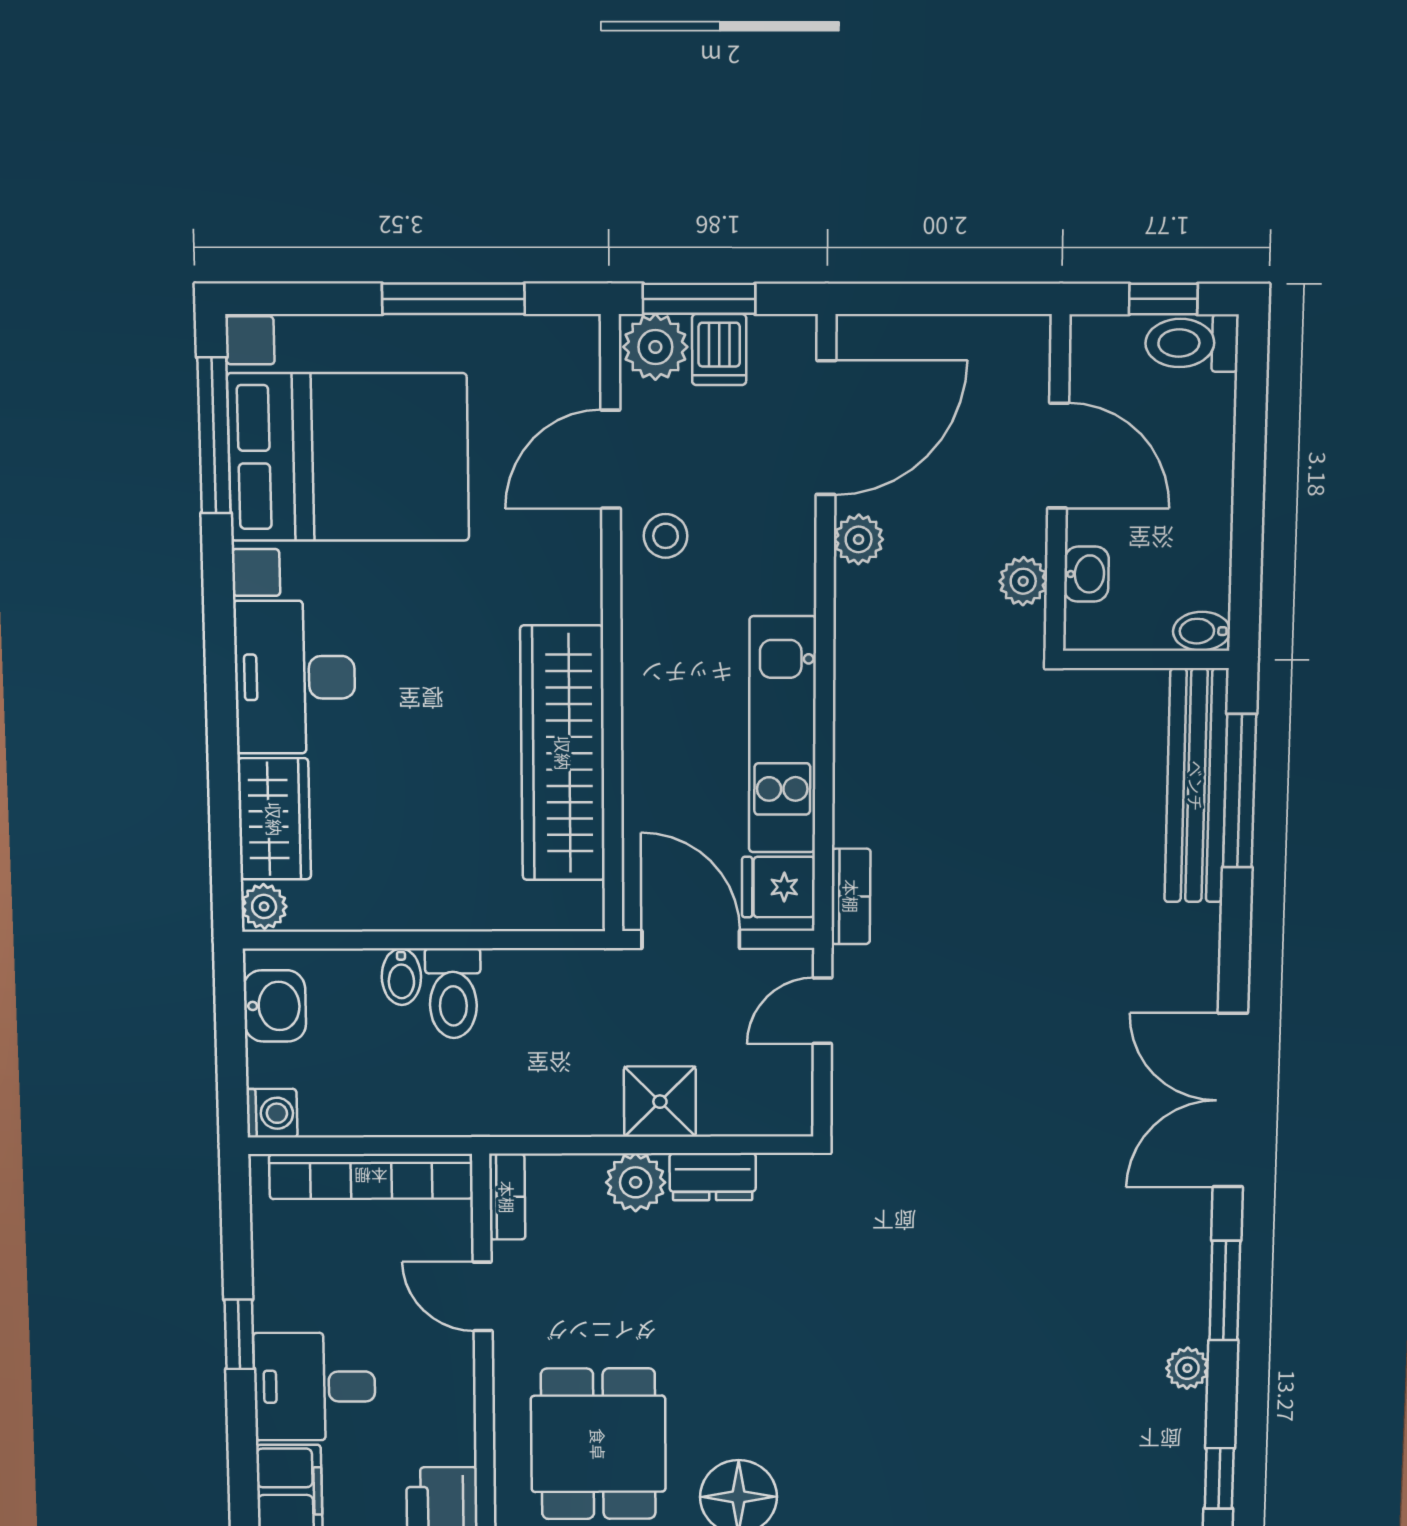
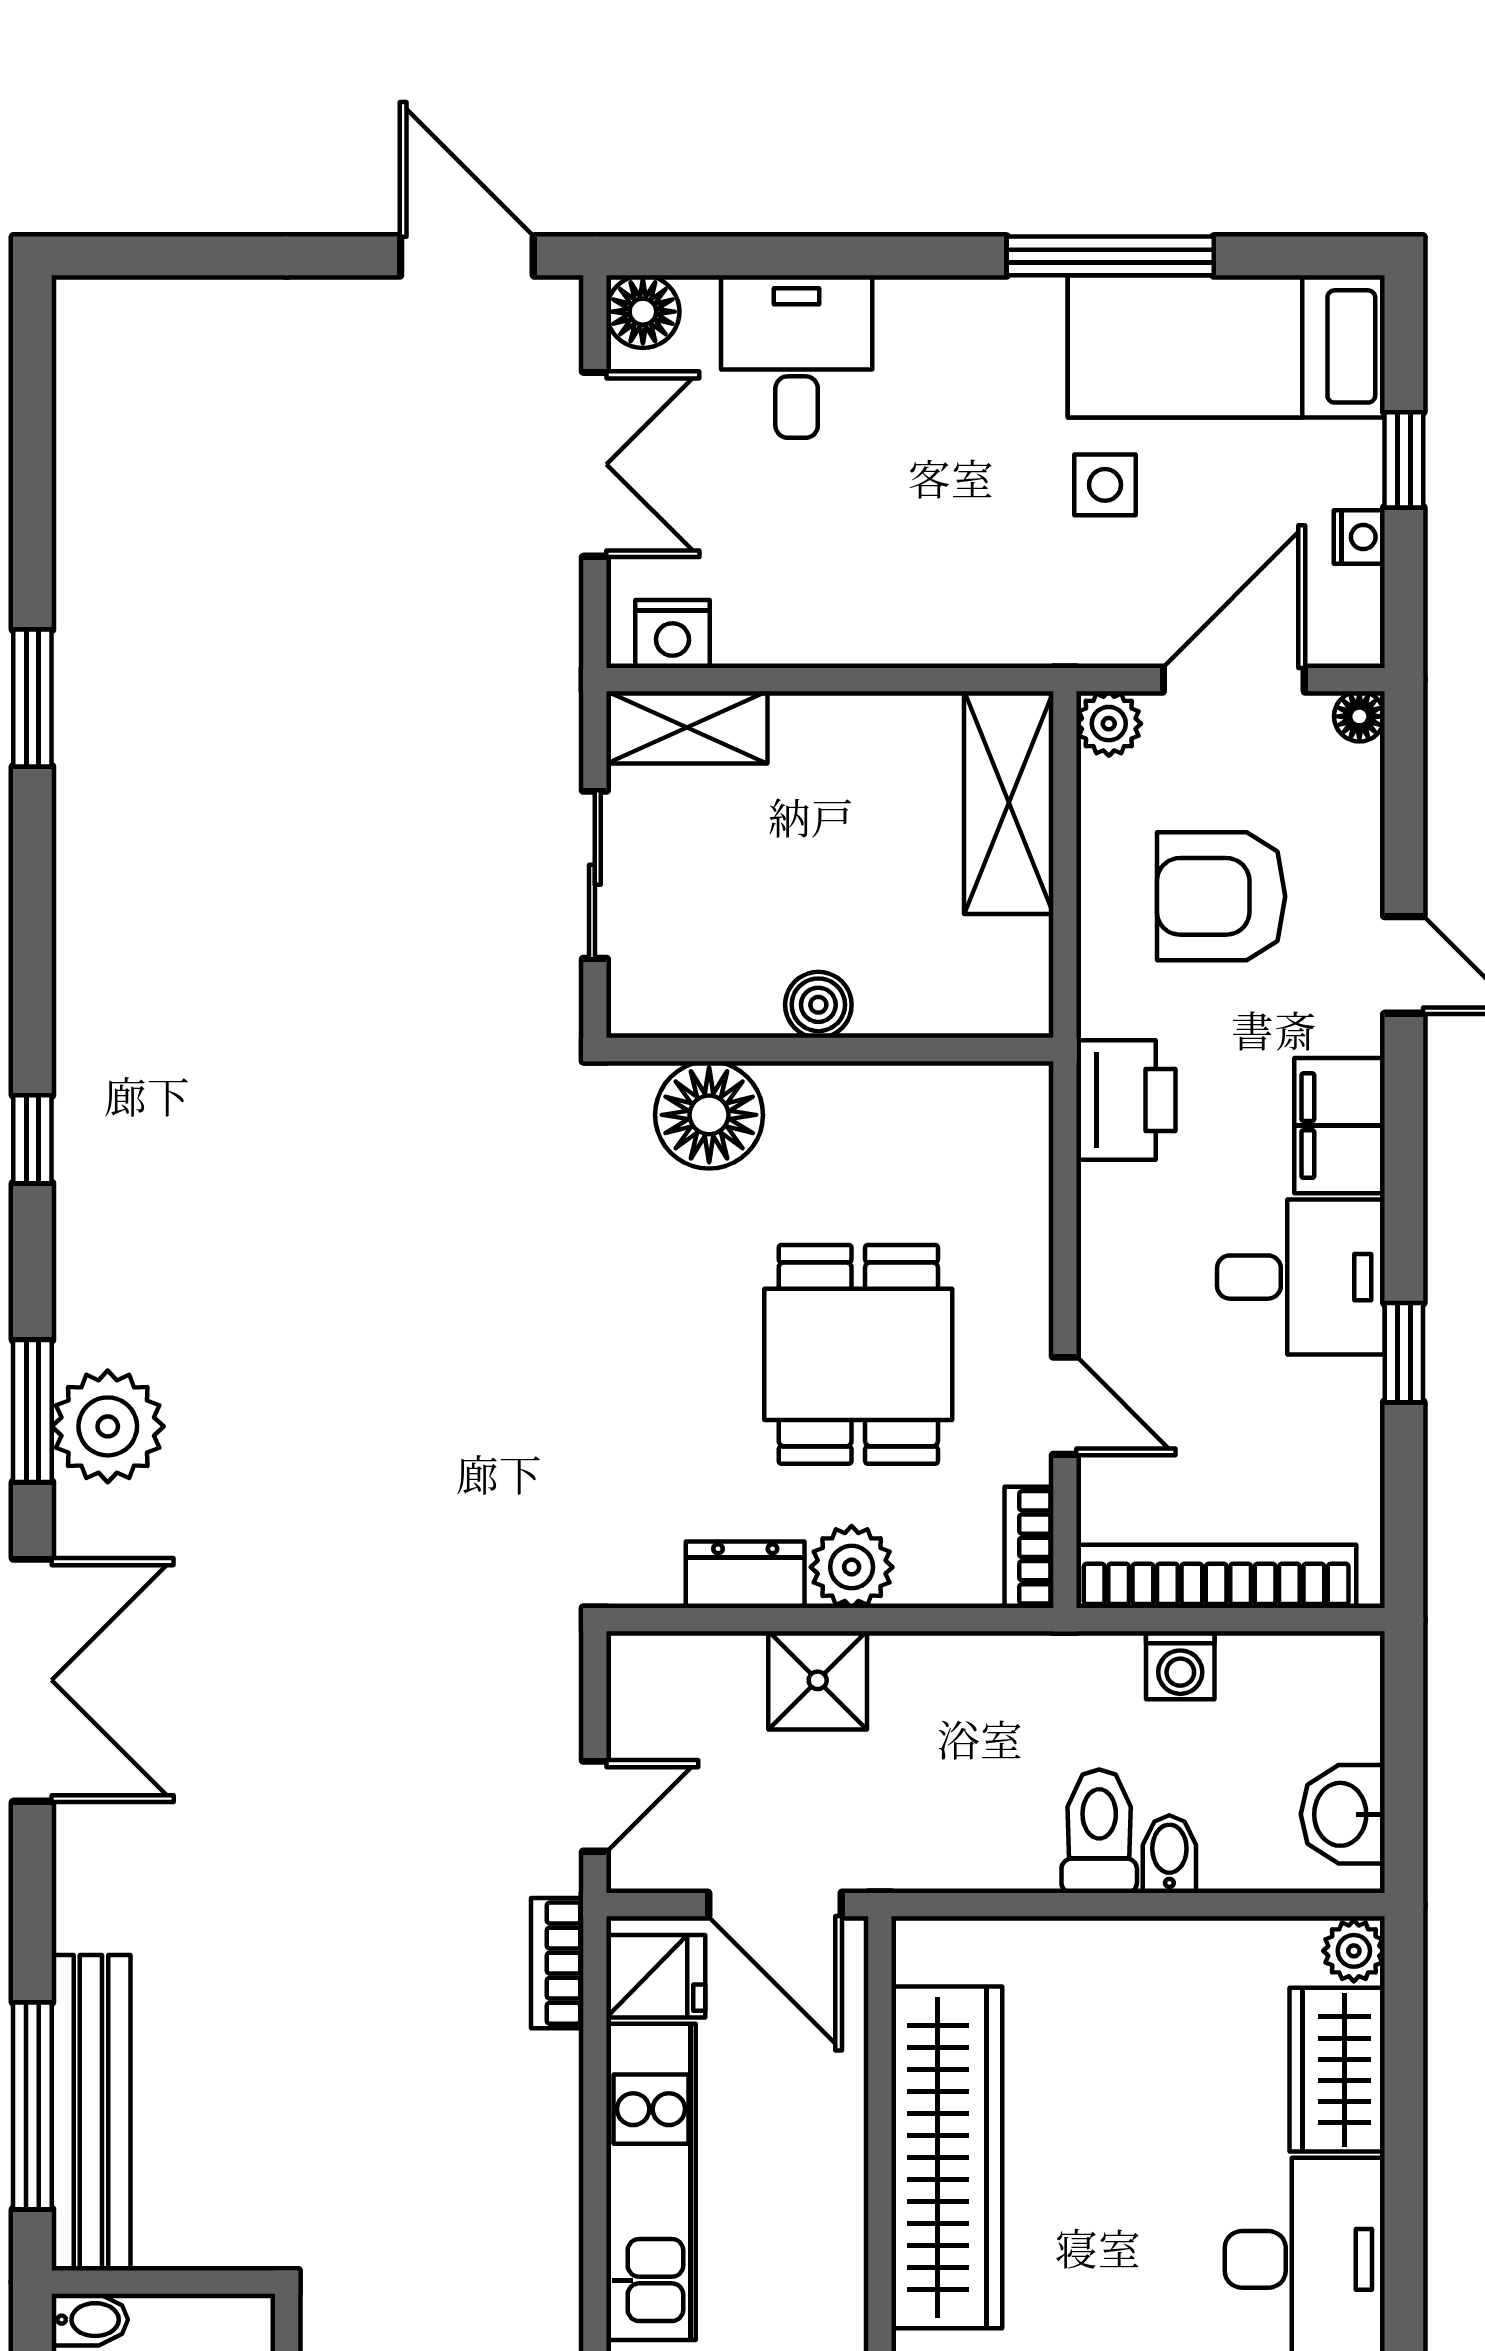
washing machine: (272, 1113) -> (1180, 1665), moved, turned -90
plant: (1187, 1368) -> (108, 1426), moved, width x1.88, depth x1.88
dining table: (598, 1444) -> (858, 1354), moved

